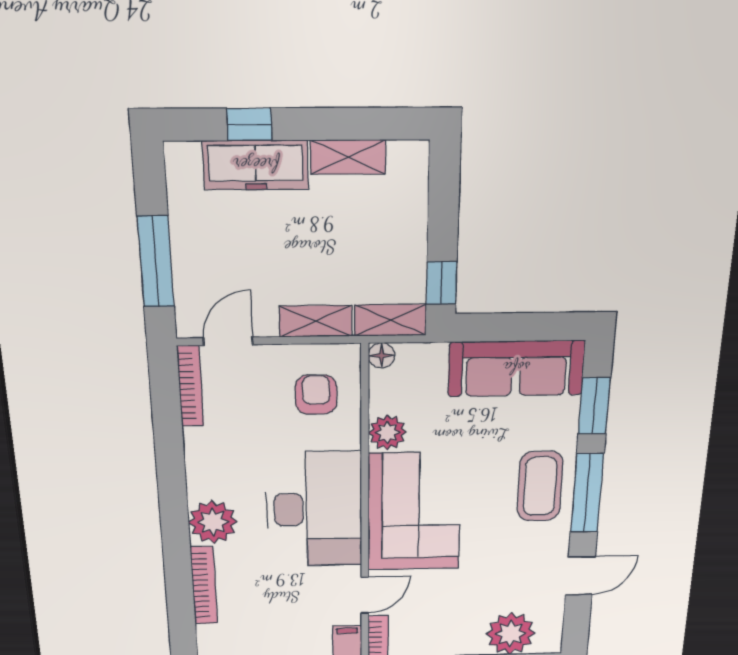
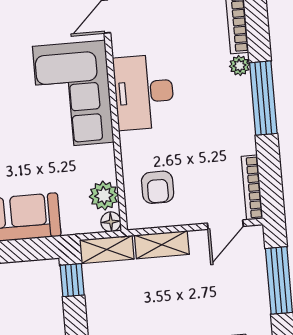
plant: (387, 432) -> (104, 196), moved
window: (173, 493) -> (263, 98), added
desk: (314, 509) -> (144, 92), width x0.73, depth x0.77
plant: (213, 522) -> (240, 66), width x0.53, depth x0.53

